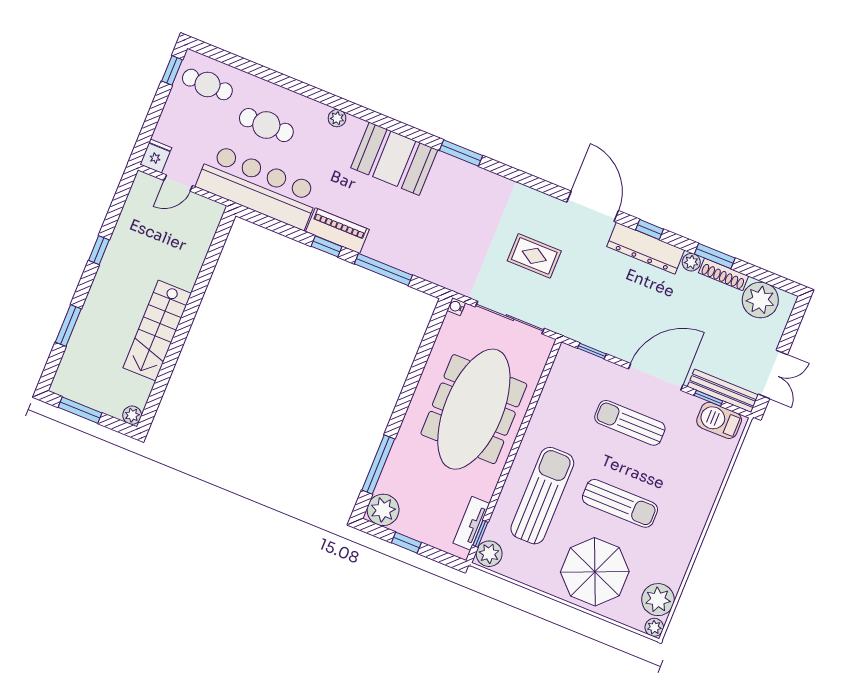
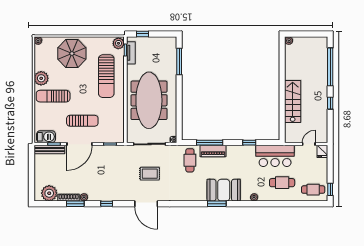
window: (461, 153) -> (217, 204), moved
bar counter: (258, 187) -> (275, 156), width x0.73
door: (593, 206) -> (146, 204), moved
piano: (337, 231) -> (213, 151), moved
window: (327, 246) -> (249, 143), moved
dresser: (646, 248) -> (105, 195), removed
cafe table: (439, 250) -> (190, 160), added
window: (68, 326) -> (330, 67), width x2.11
stairs: (157, 331) -> (293, 102), moved
double door: (773, 374) -> (31, 165), removed
window: (80, 410) -> (311, 34), removed
sun lounger: (620, 503) -> (53, 96), moved
plant: (383, 510) -> (170, 44), removed
window: (406, 543) -> (143, 34), moved
plant: (658, 600) -> (41, 78), moved

